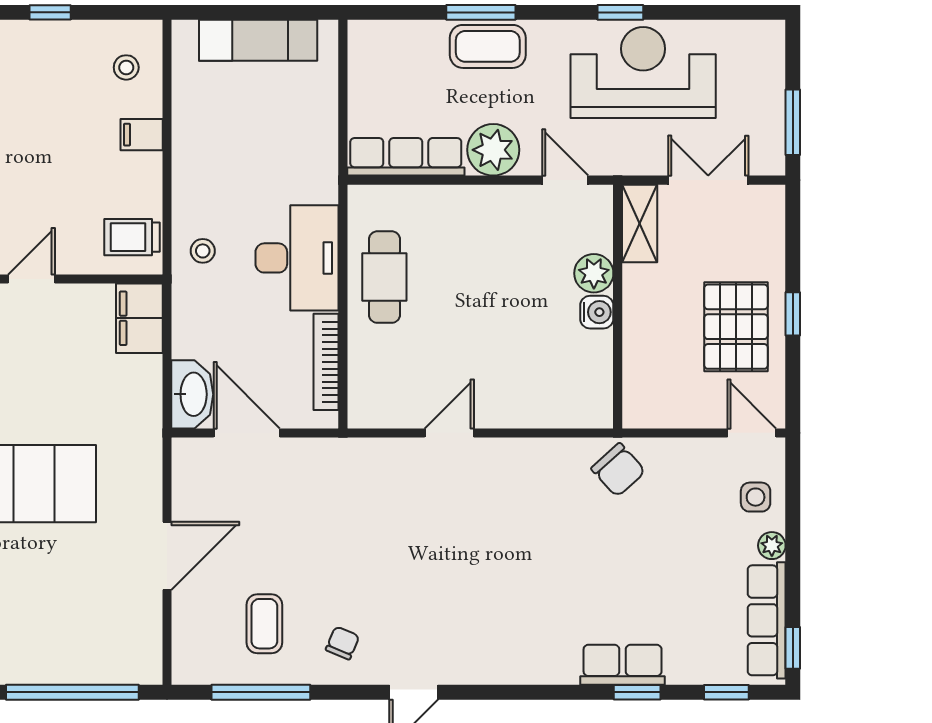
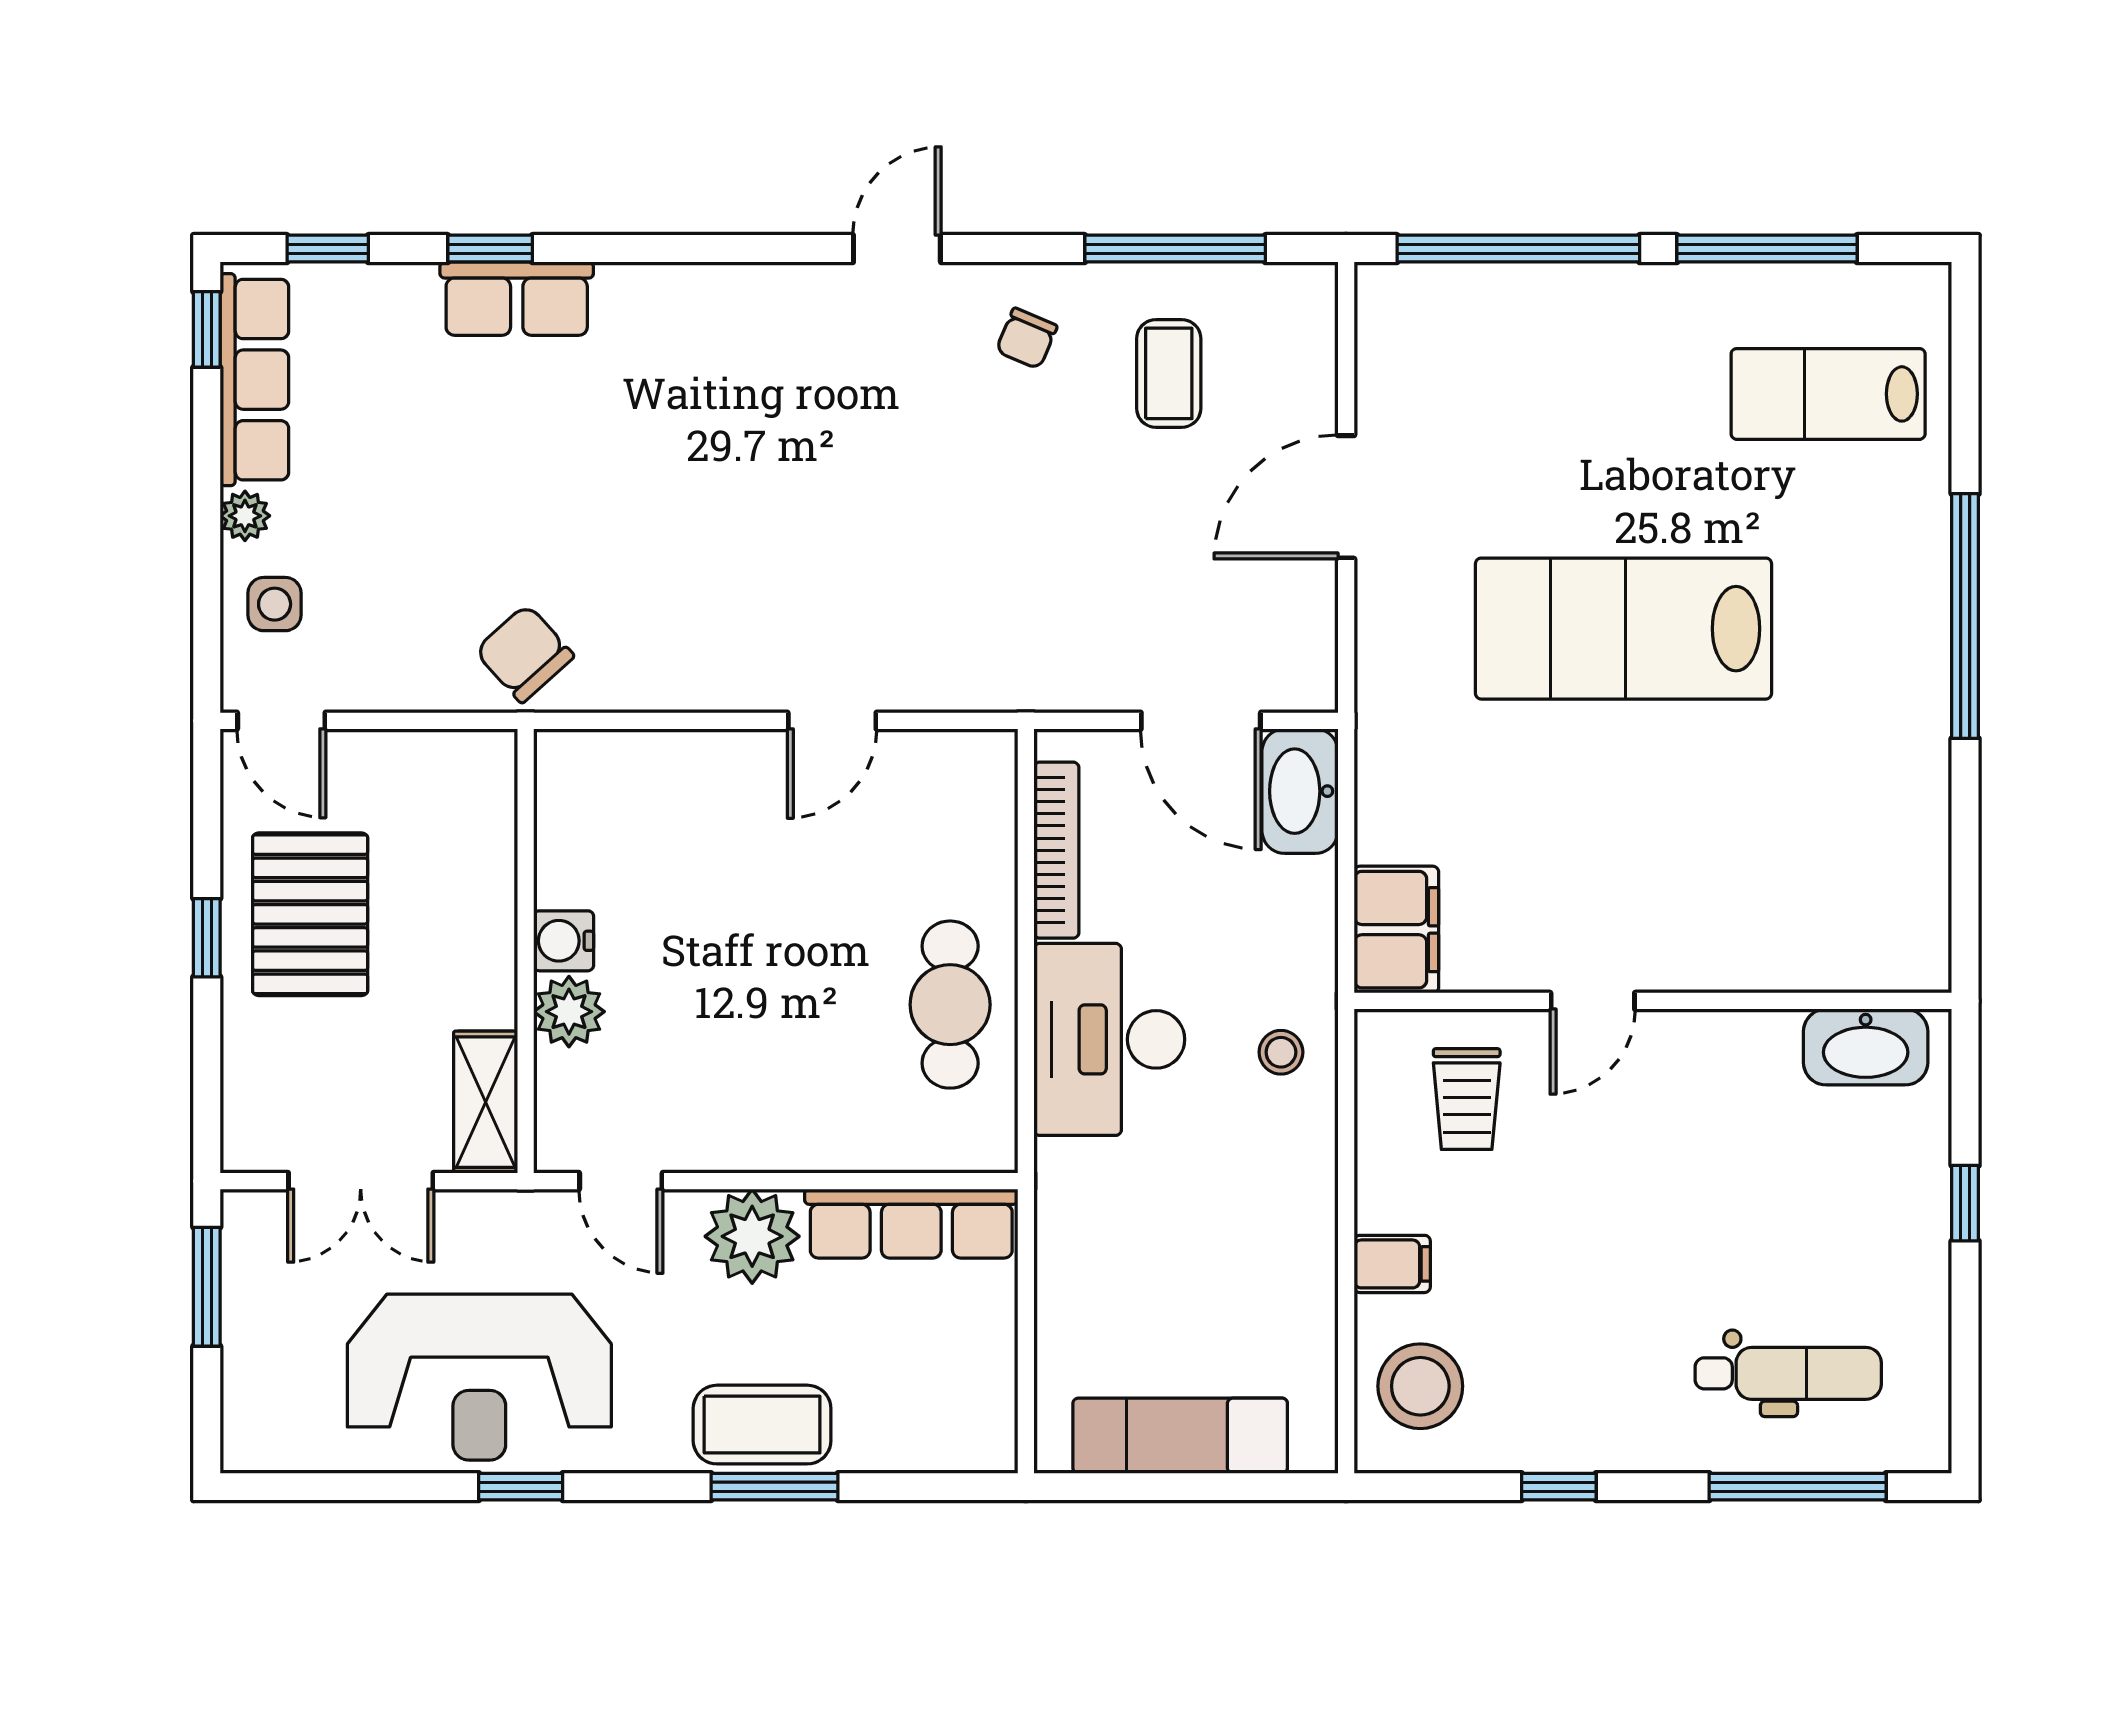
stool: (126, 67) -> (1420, 1386), width x1.89, depth x1.89
trolley: (132, 237) -> (1467, 1099), moved, turned 90

